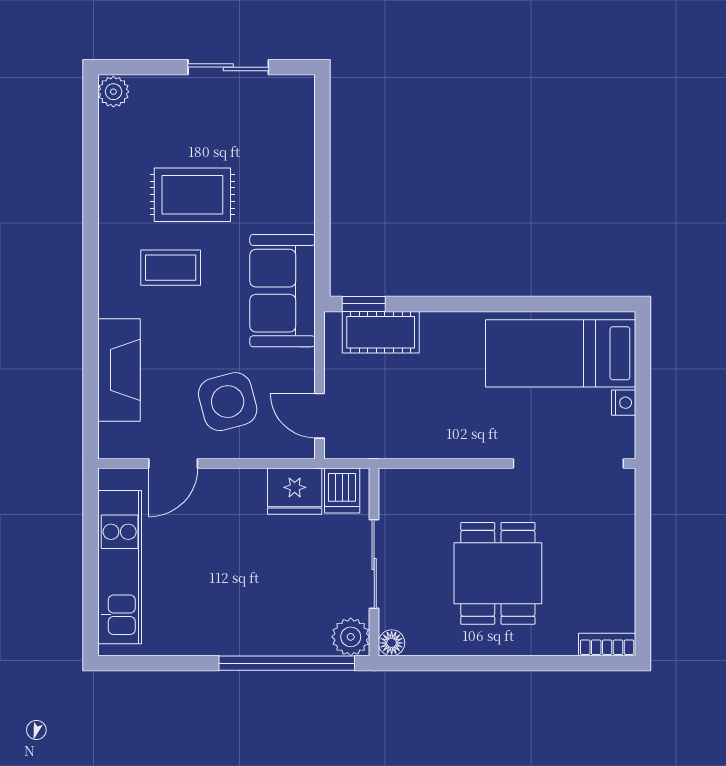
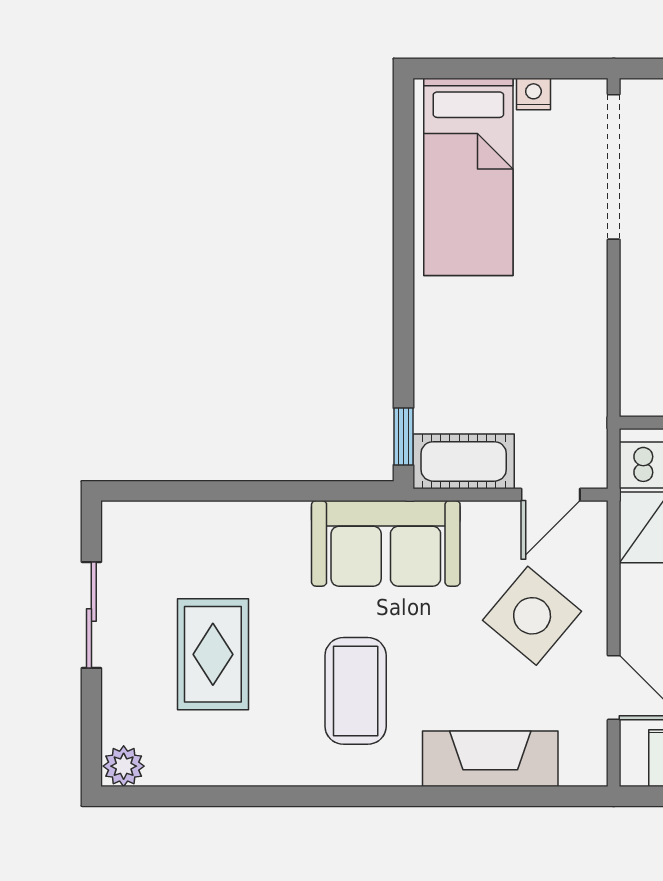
rug: (192, 195) -> (213, 654), moved
coffee table: (171, 268) -> (356, 691), width x1.36, depth x1.30
cot: (381, 332) -> (464, 461), moved, turned 90
side table: (228, 402) -> (532, 616), turned -35

